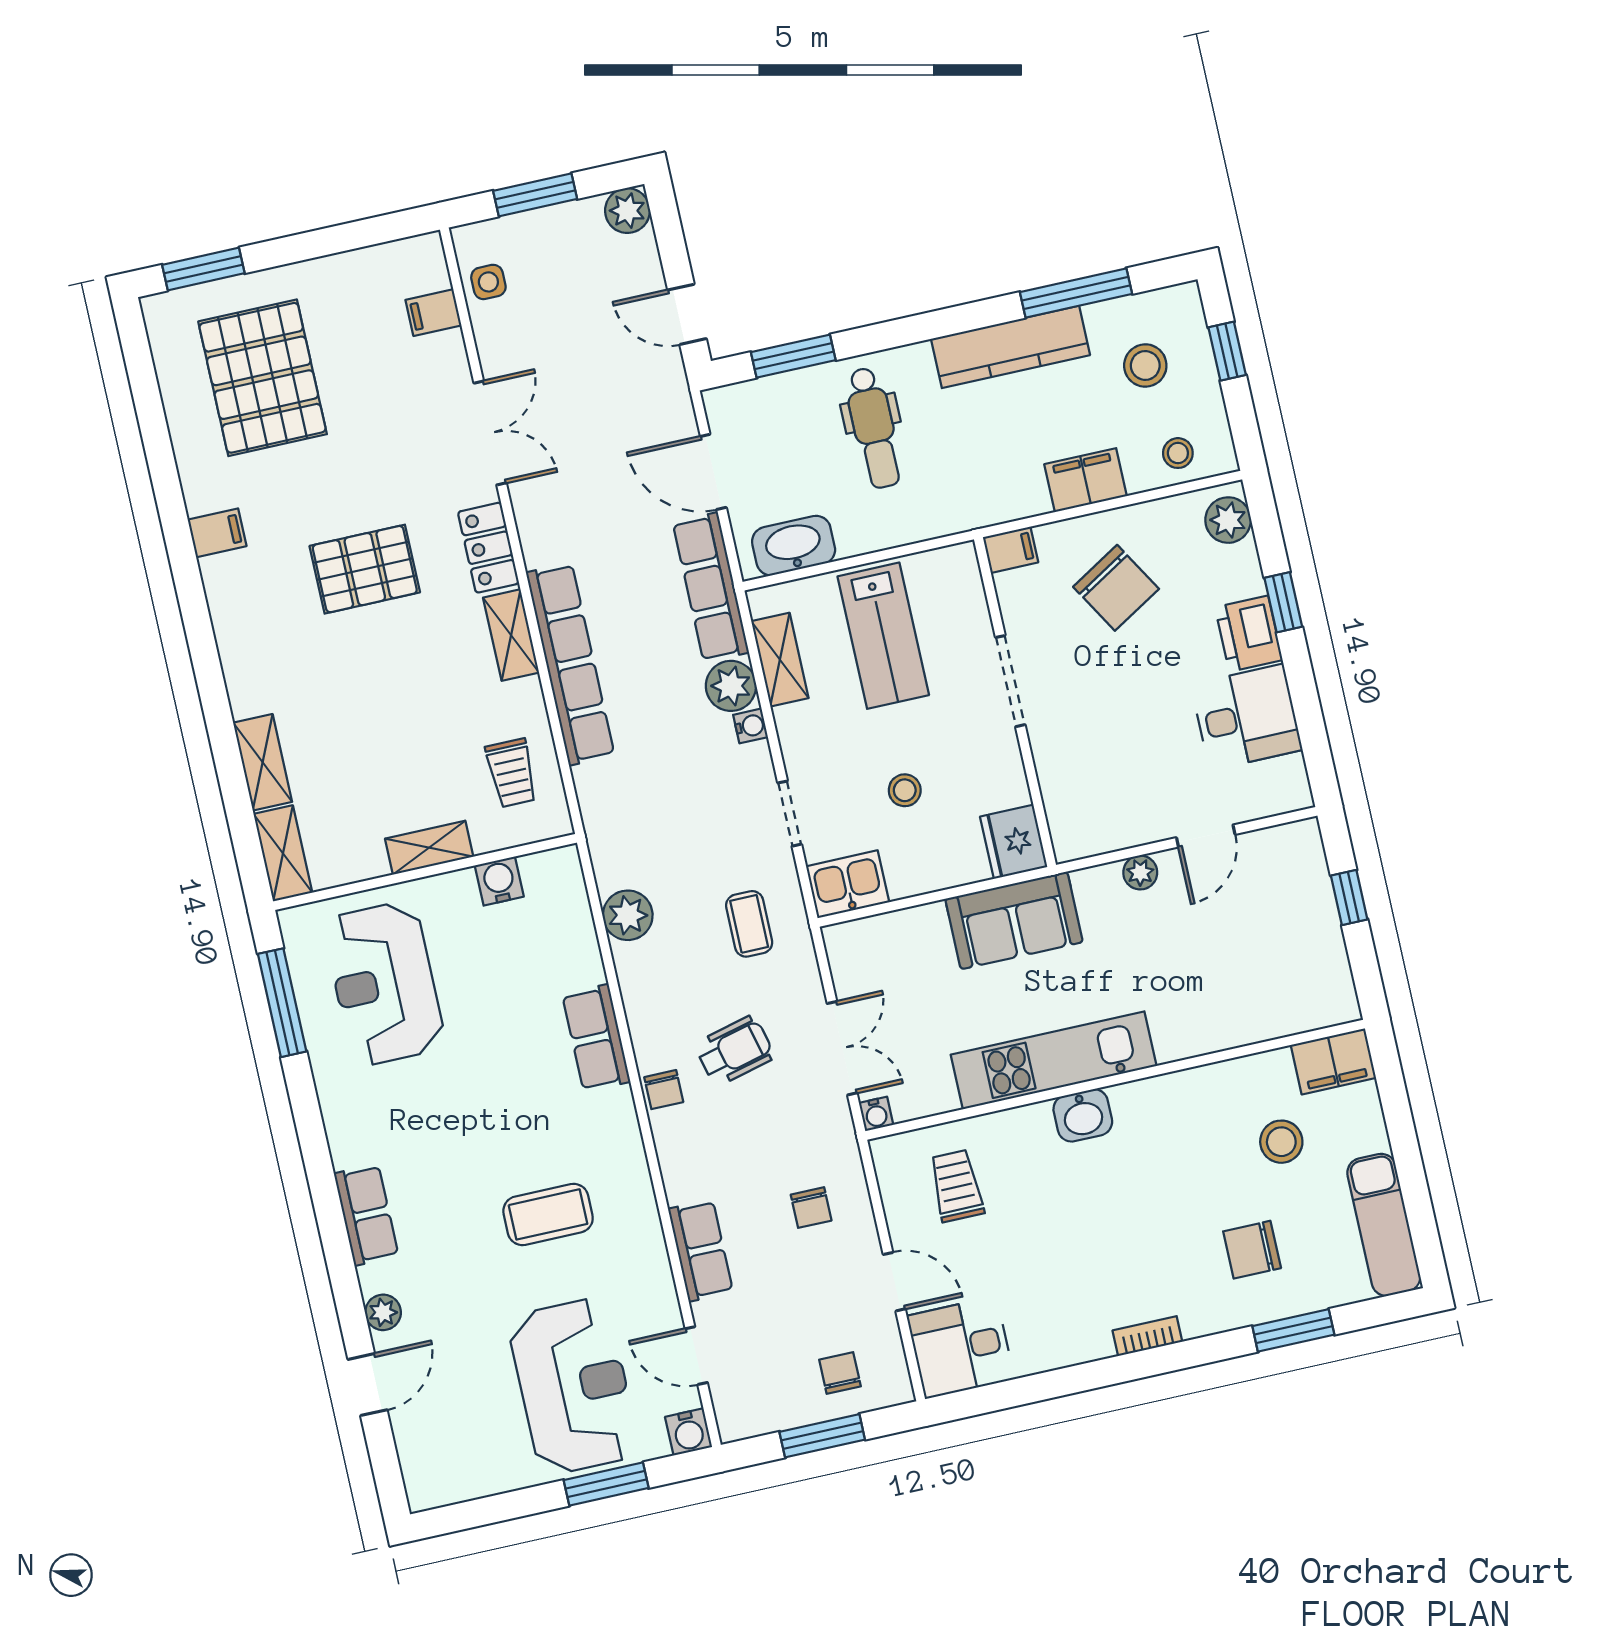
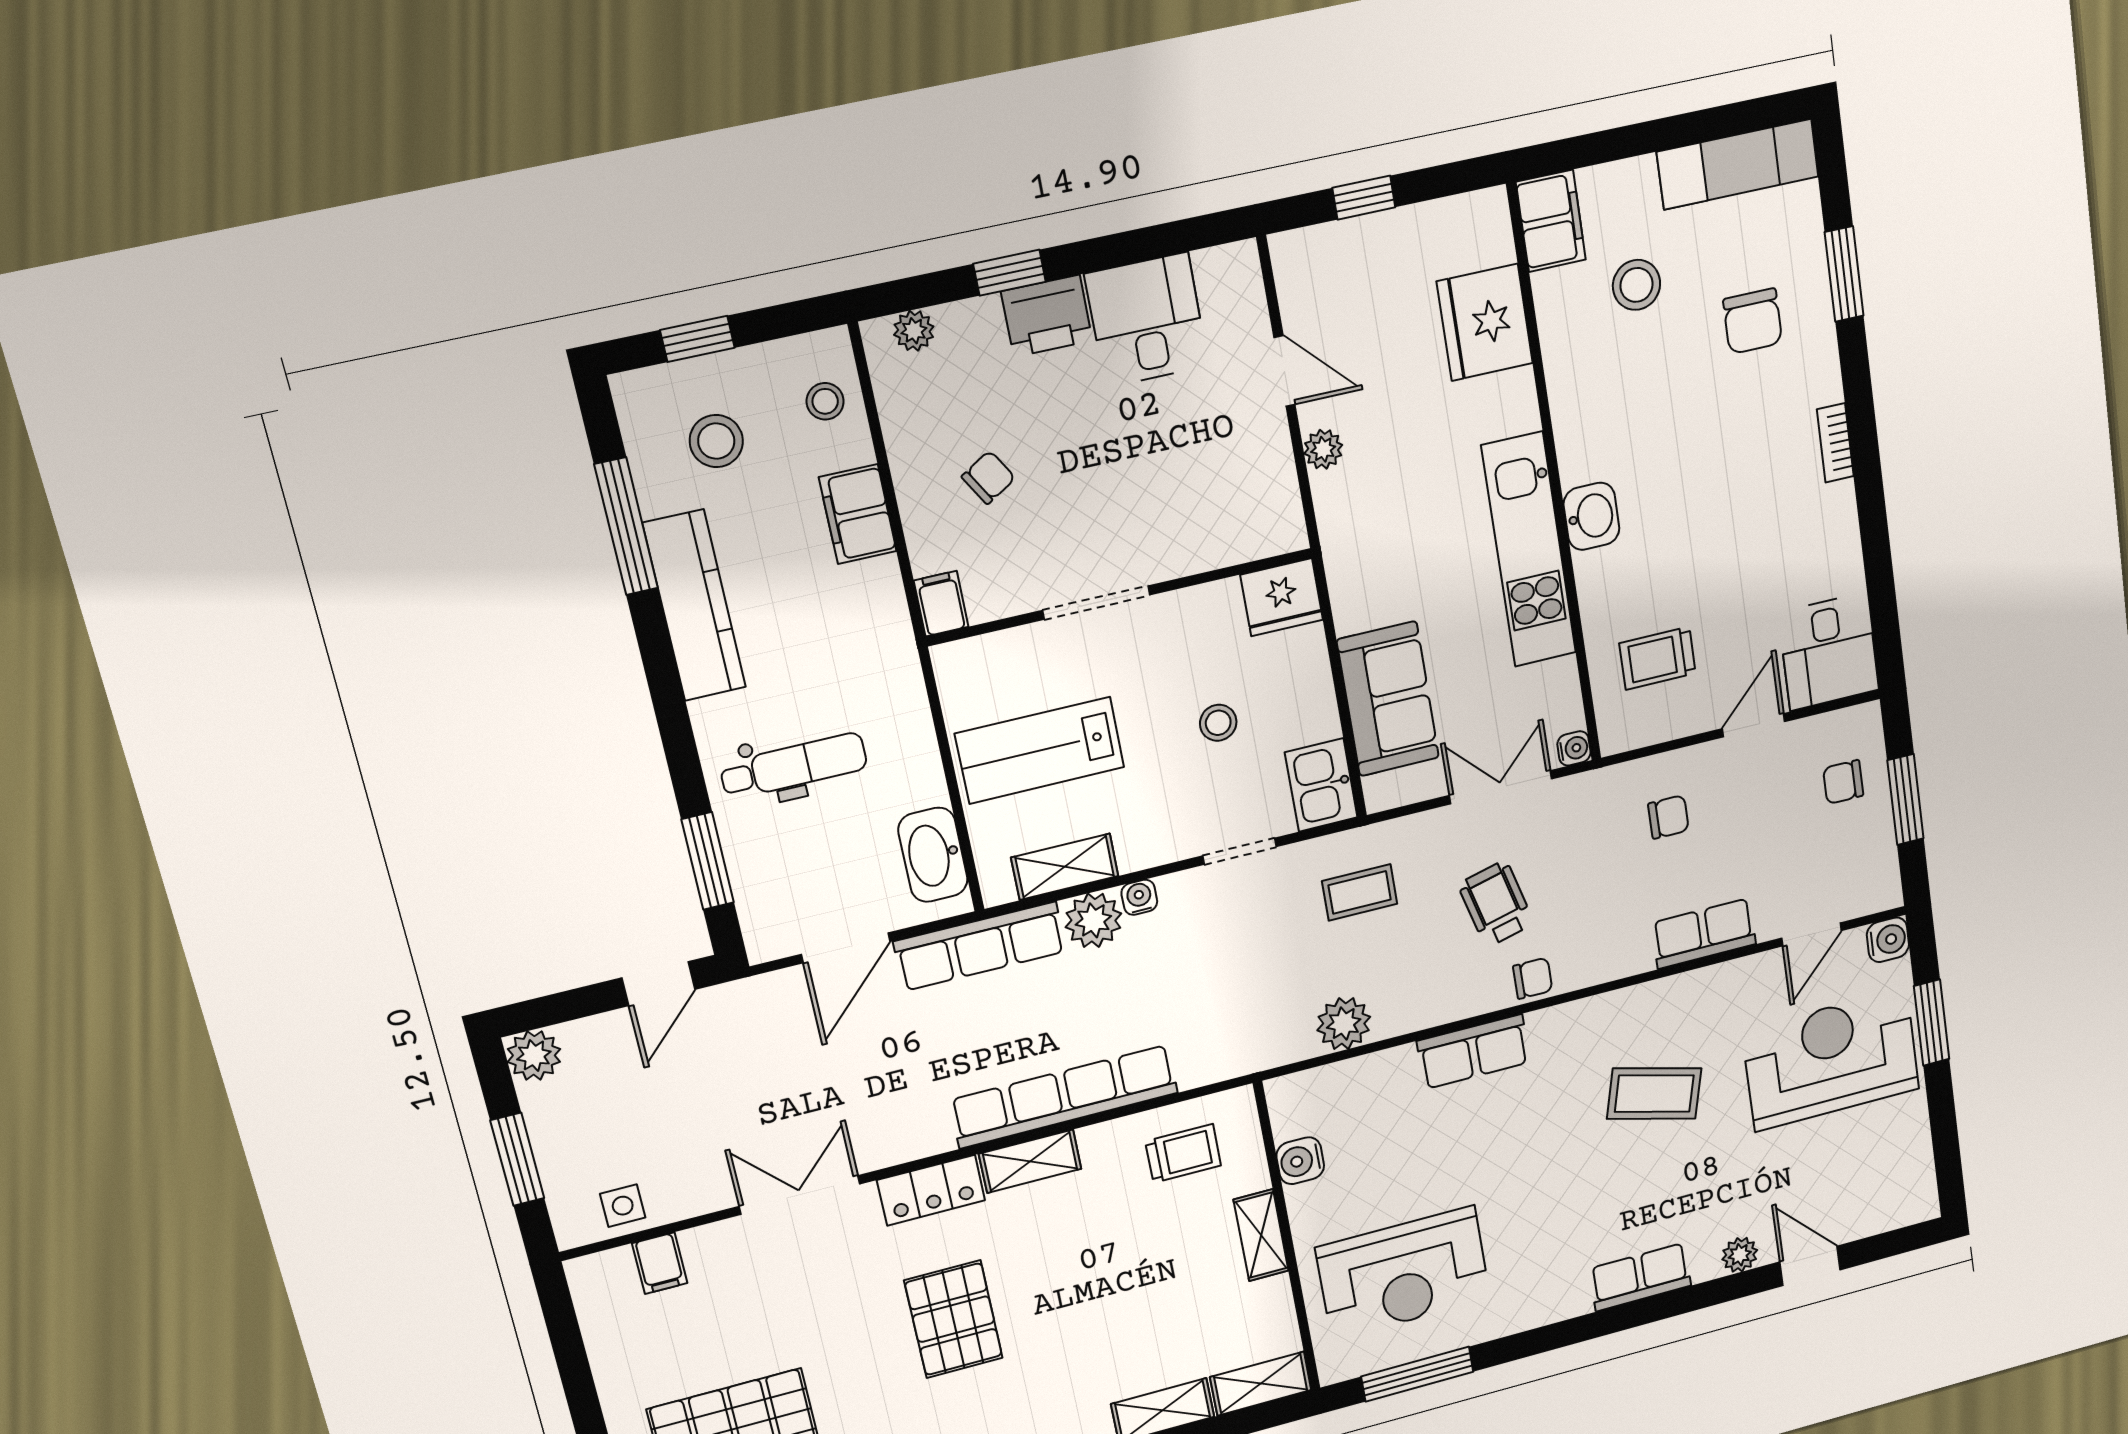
plant: (1228, 520) -> (914, 331), width x0.73, depth x0.73
chair: (1116, 588) -> (988, 477), width x0.54, depth x0.54
lab bench: (883, 636) -> (1040, 750), turned 180
sofa: (1014, 920) -> (1388, 699), moved
fridge: (1248, 1009) -> (1485, 322), added
coffee table: (548, 1214) -> (1654, 1094), turned -75

